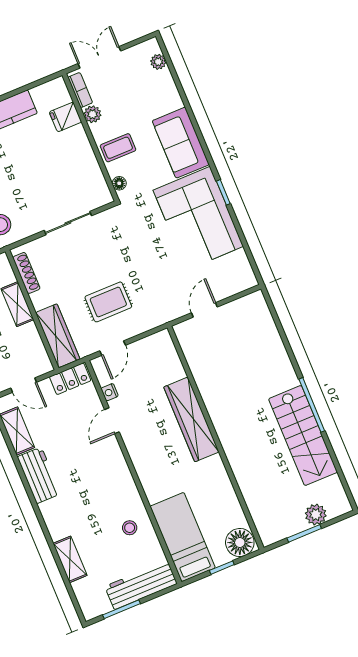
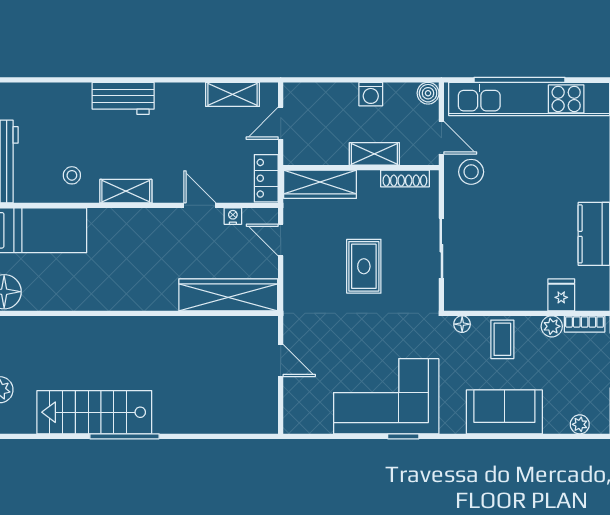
sofa: (181, 143) -> (504, 412), moved
rug: (108, 302) -> (364, 266), moved
wardrobe: (191, 419) -> (228, 295), moved
workbench: (39, 475) -> (123, 98), moved
shelving: (70, 559) -> (126, 191), moved

